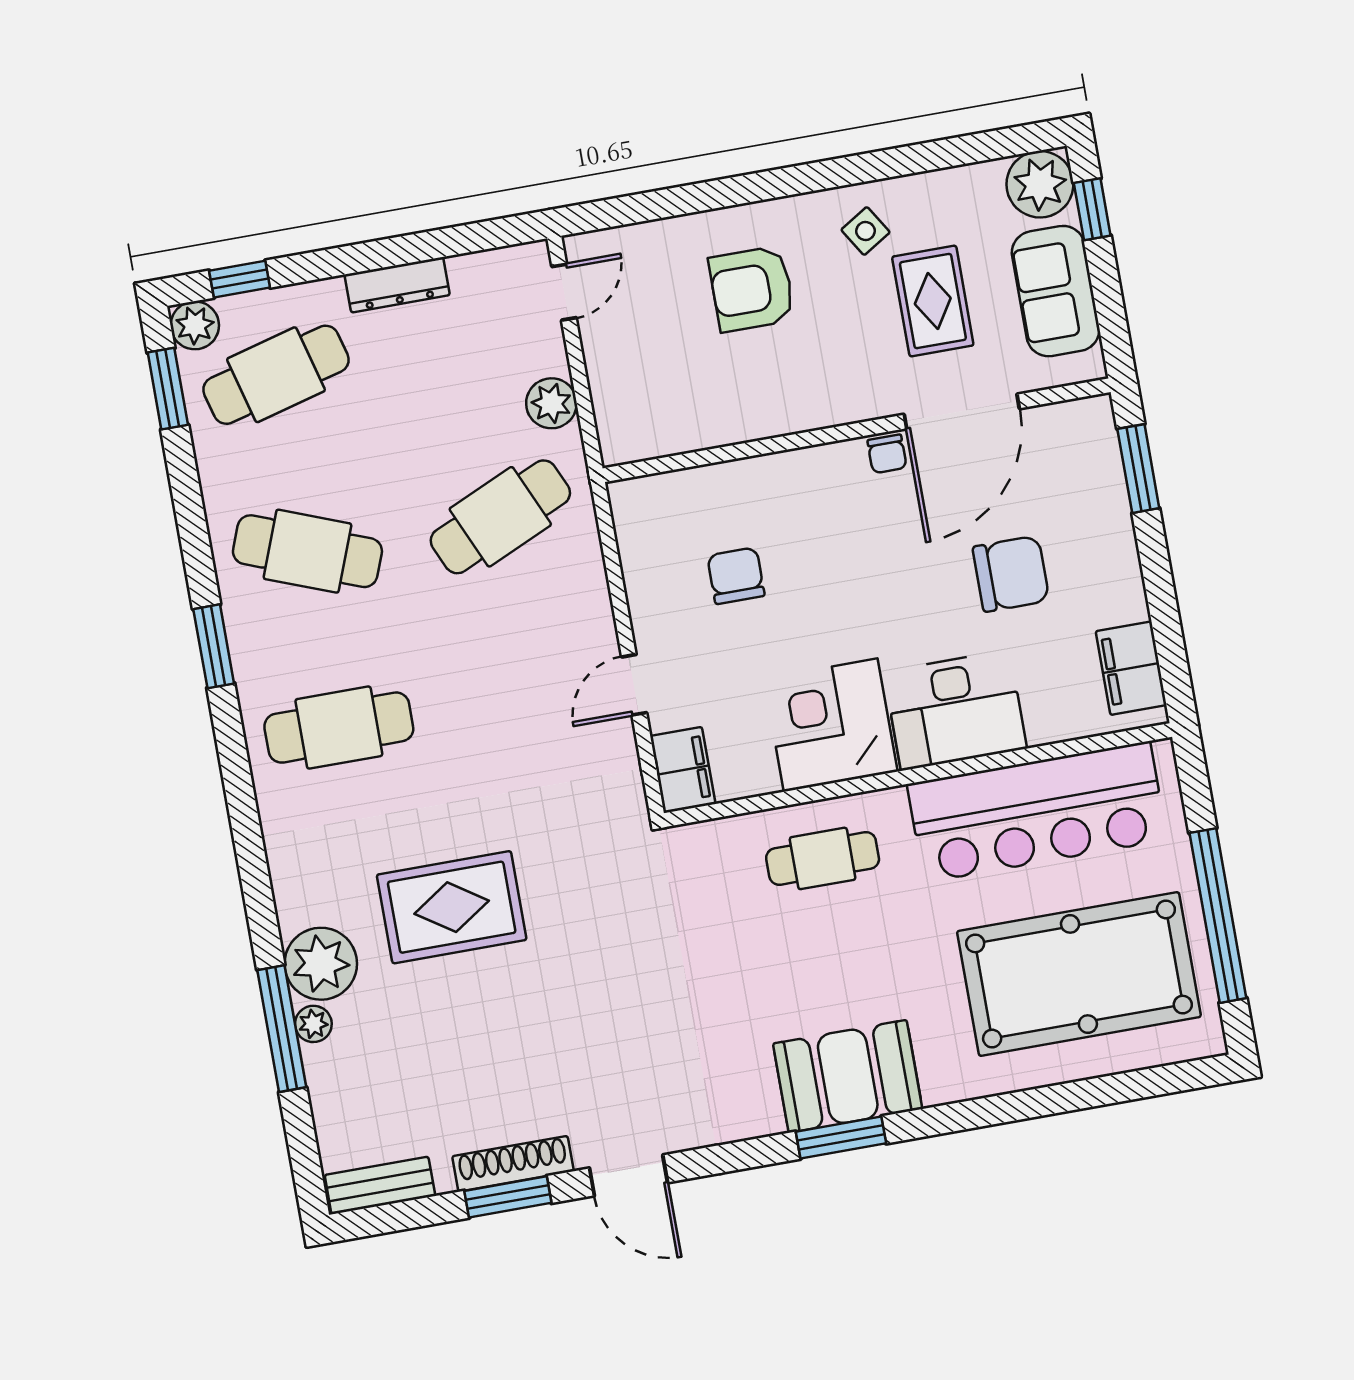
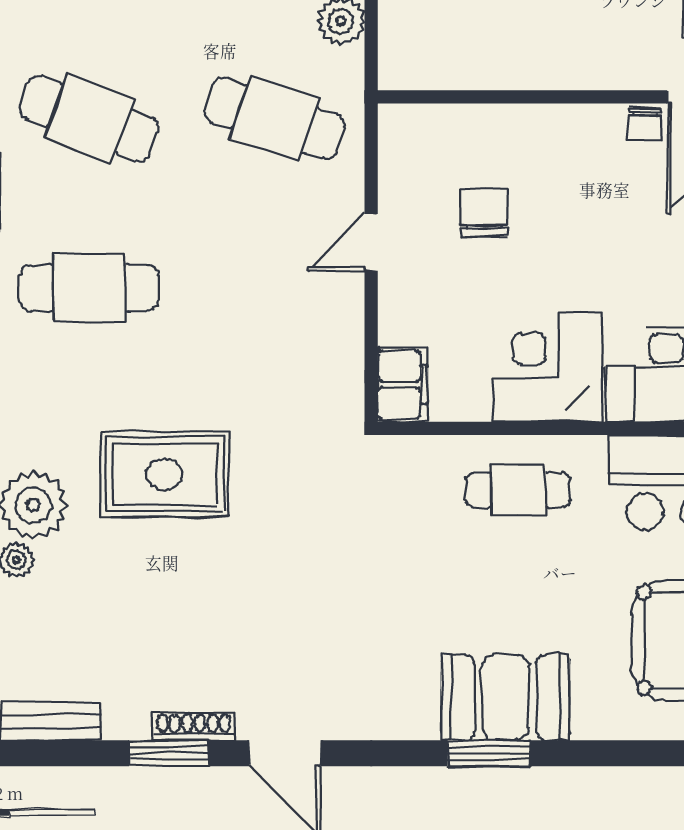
cafe table: (500, 517) -> (275, 118), turned 42
door: (634, 685) -> (371, 242), moved
shoe rack: (513, 1164) -> (194, 726), width x0.74, depth x0.81

